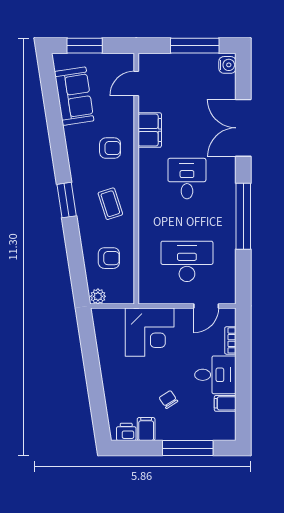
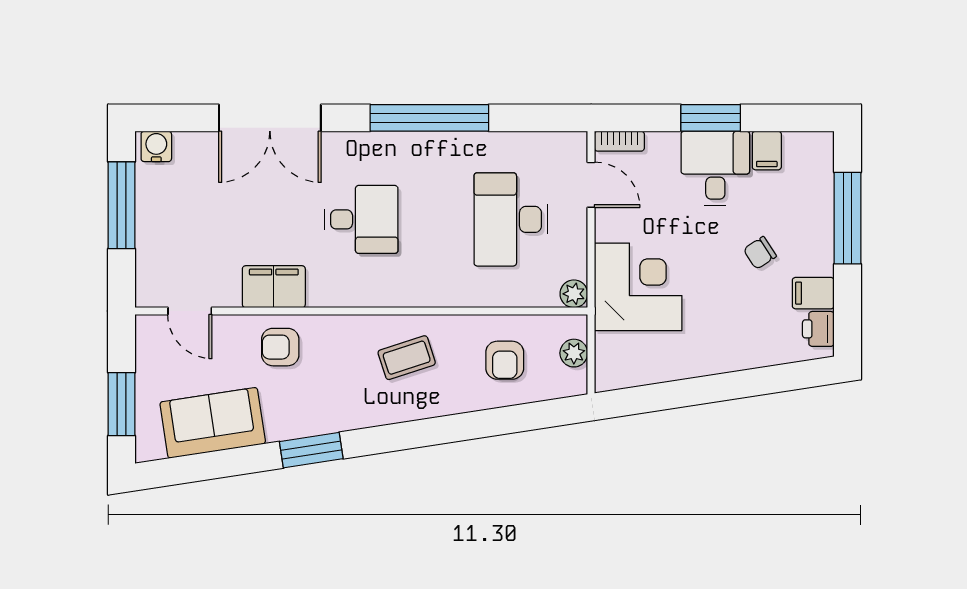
armchair: (110, 148) -> (280, 347), moved, turned -90
desk: (187, 179) -> (361, 219), turned 180
window: (67, 200) -> (311, 450), moved
armchair: (109, 258) -> (505, 360), turned 180
plant: (98, 296) -> (574, 353), moved
plant: (146, 296) -> (574, 294), added
bookcase: (230, 340) -> (619, 141), moved
window: (243, 372) -> (711, 118), added

